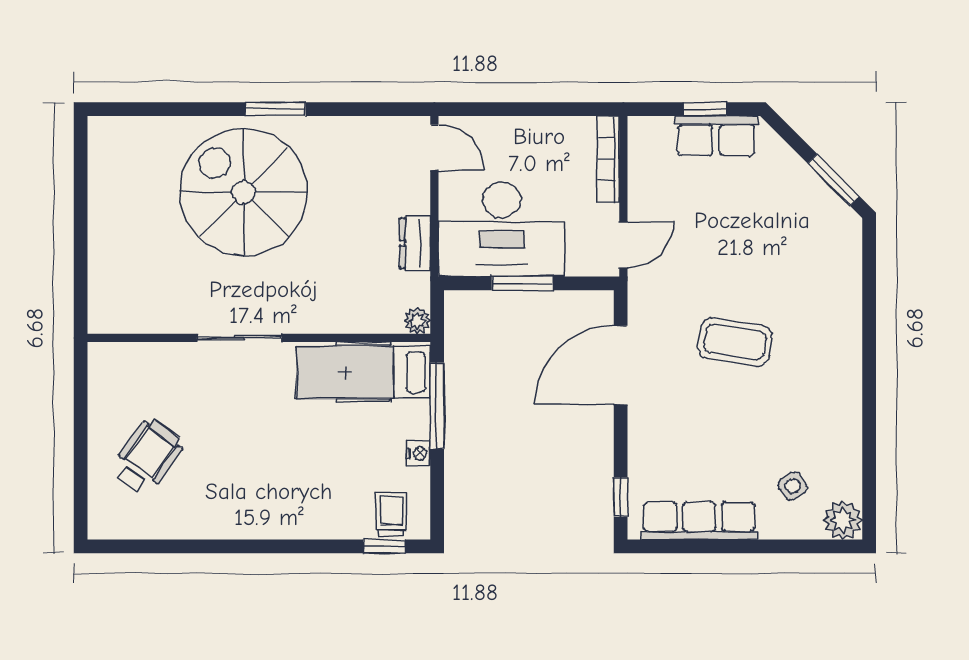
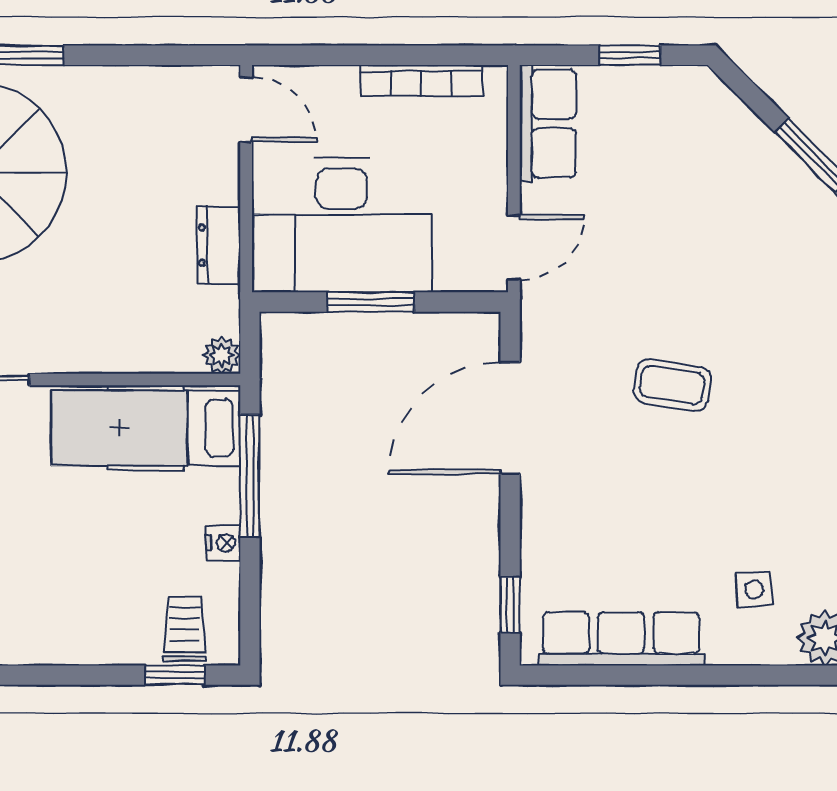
row of seats: (716, 136) -> (548, 124), moved, turned -90
bookcase: (608, 159) -> (421, 80), moved, turned -90
coffee table: (735, 342) -> (672, 385), width x0.73, depth x0.77
side table: (793, 486) -> (754, 589), turned 31

